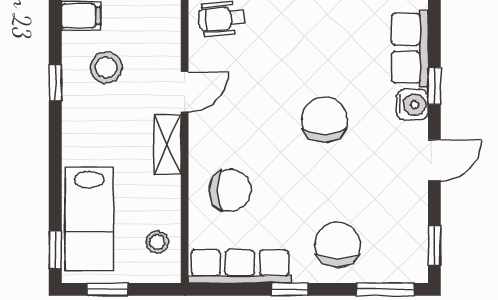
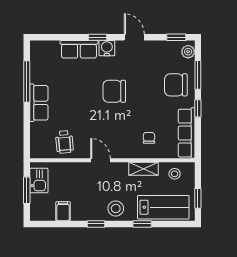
stool: (106, 67) -> (116, 208), moved
shelving: (167, 144) -> (143, 169), moved
chair: (230, 190) -> (149, 138), width x0.54, depth x0.54
window: (55, 250) -> (142, 224), moved
plant: (405, 270) -> (188, 52), added
window: (385, 289) -> (198, 75), moved

